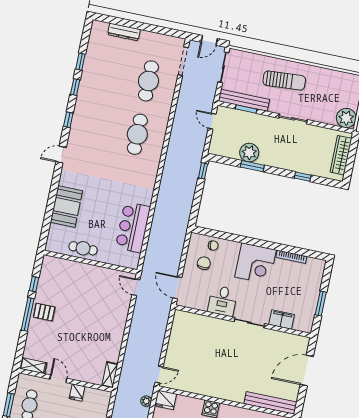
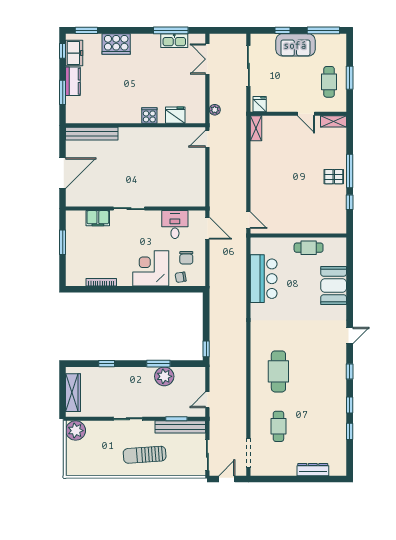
cafe table: (148, 81) -> (278, 426), width x0.73, depth x0.74
door: (212, 121) -> (207, 400), swing flipped
corner desk: (256, 263) -> (151, 268), moved
desk: (222, 301) -> (175, 225), moved
fridge: (77, 392) -> (260, 104), moved
fridge: (166, 400) -> (175, 115), moved

